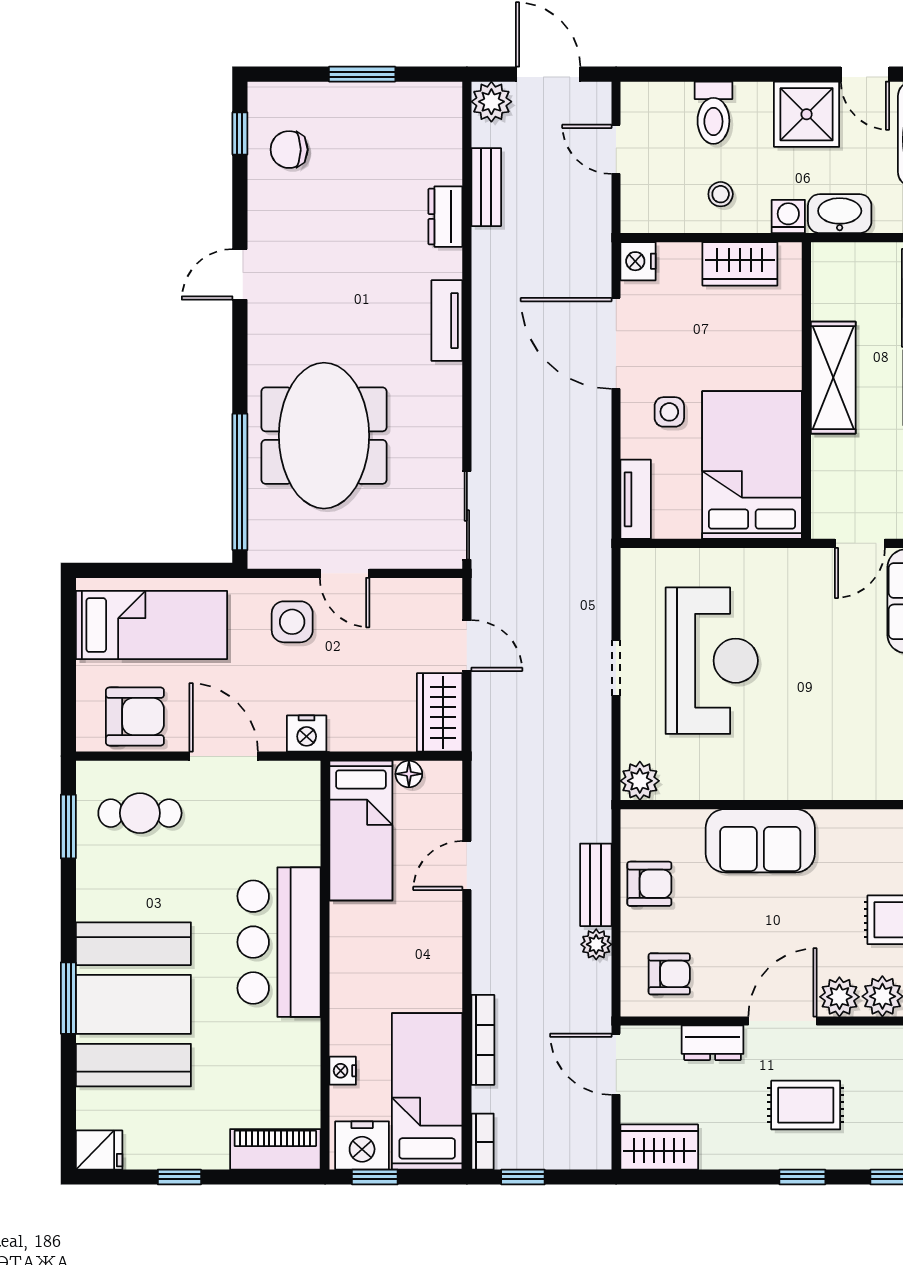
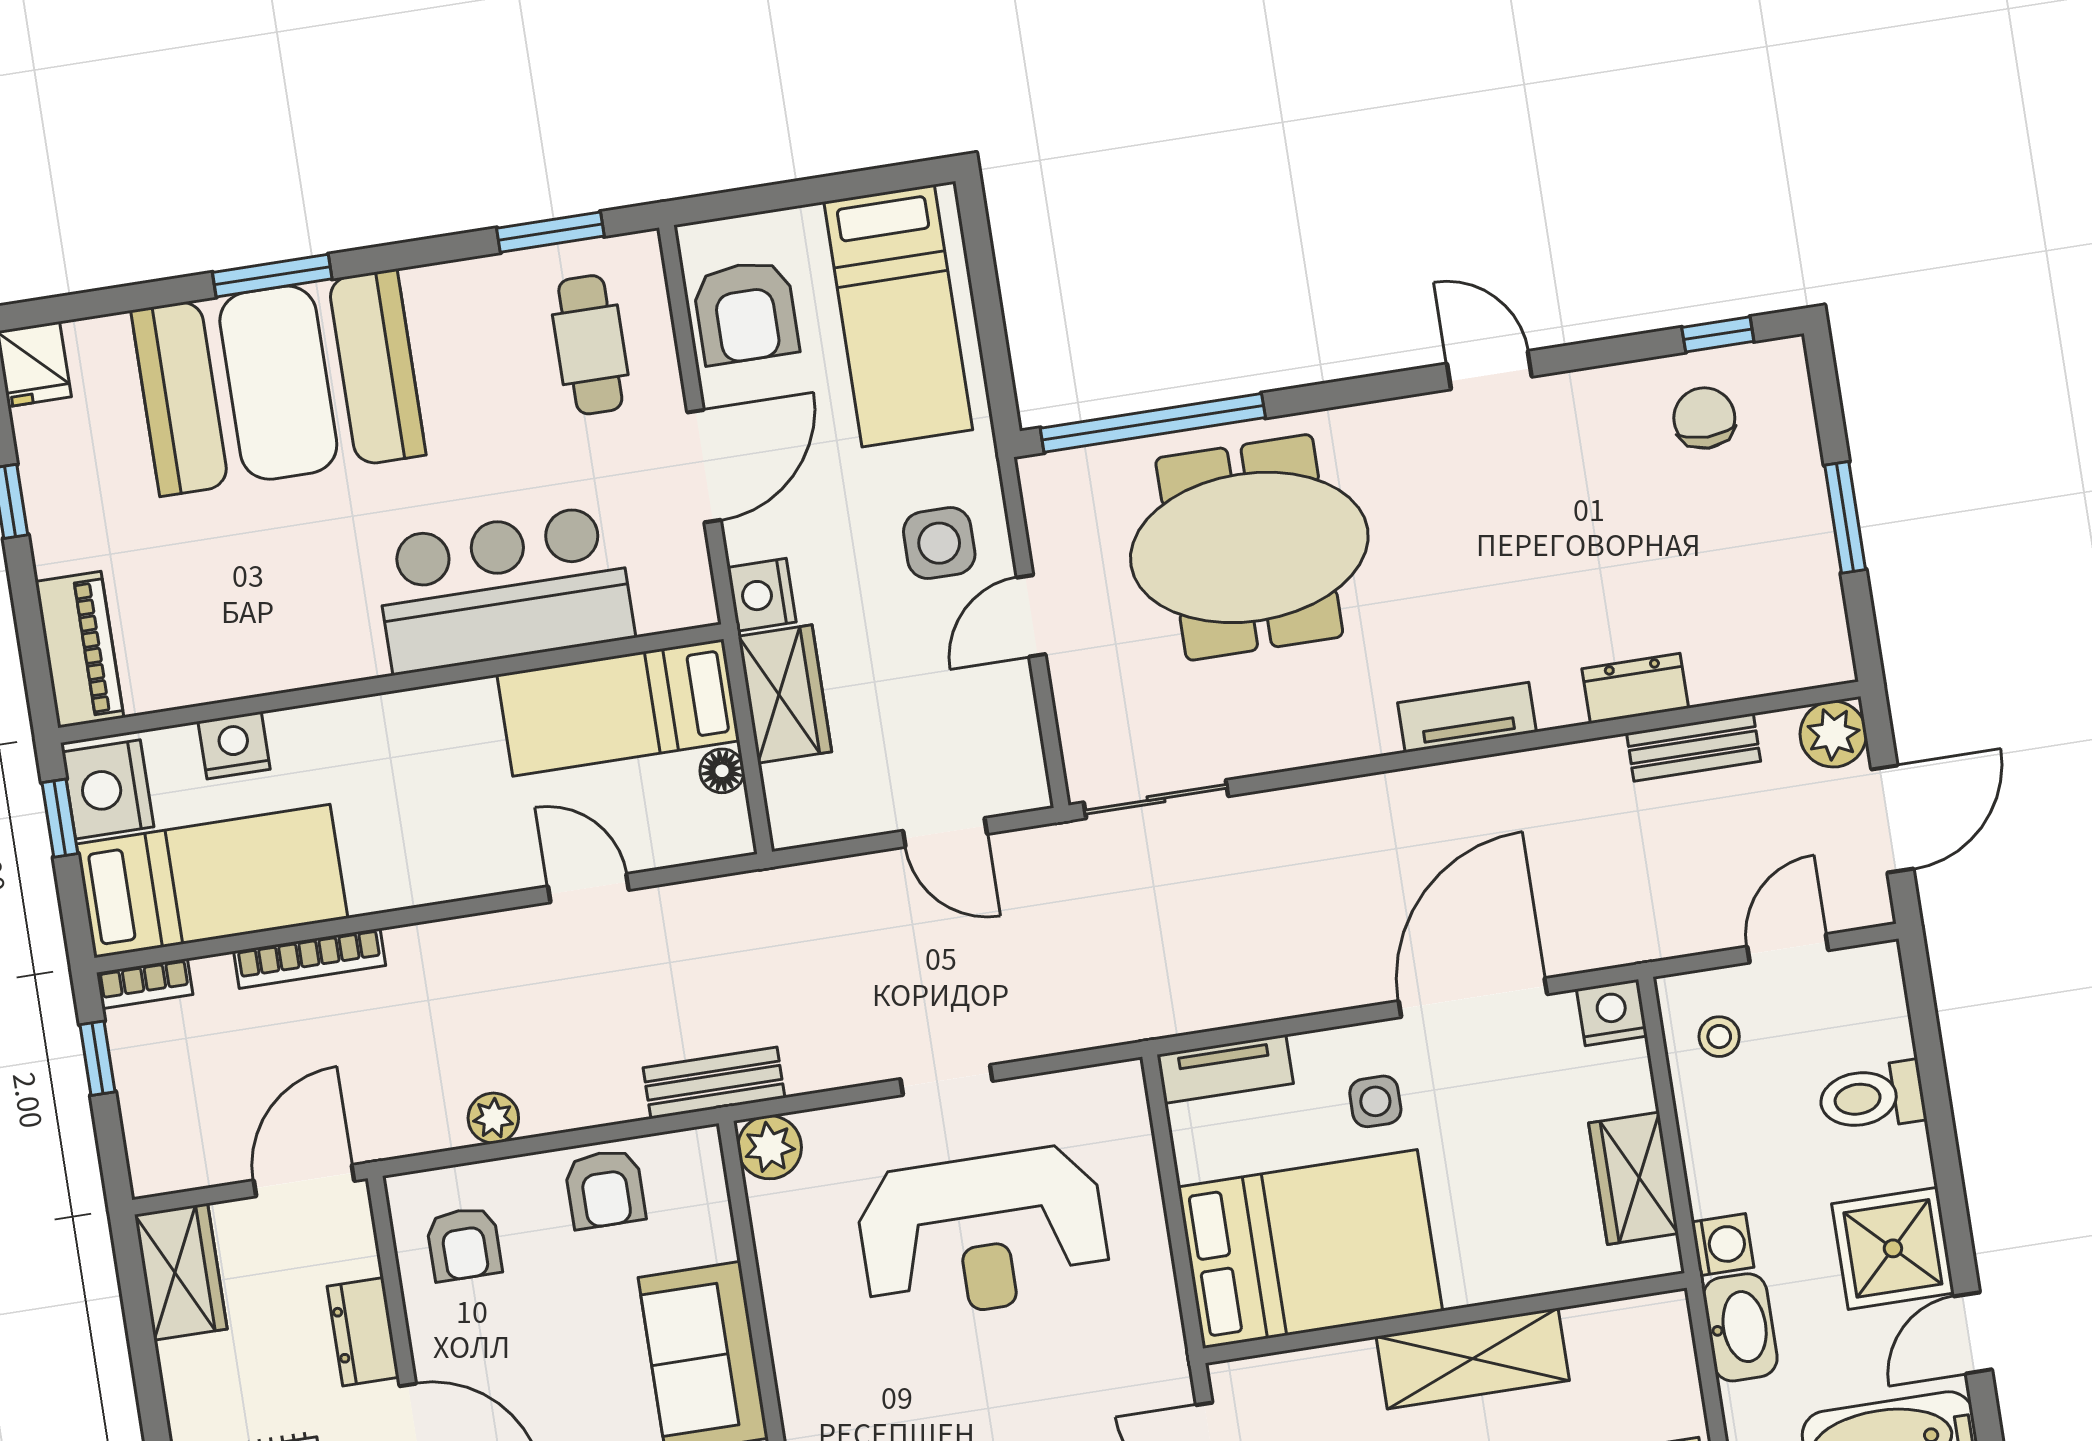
stool: (721, 194) -> (1719, 1037), moved
door: (467, 646) -> (945, 832), hinge flipped
wardrobe: (440, 712) -> (785, 694), moved, turned 90
bench: (596, 885) -> (714, 1083), moved
bar counter: (279, 942) -> (504, 589), moved
nightstand: (343, 1071) -> (234, 745), width x1.39, depth x1.35

